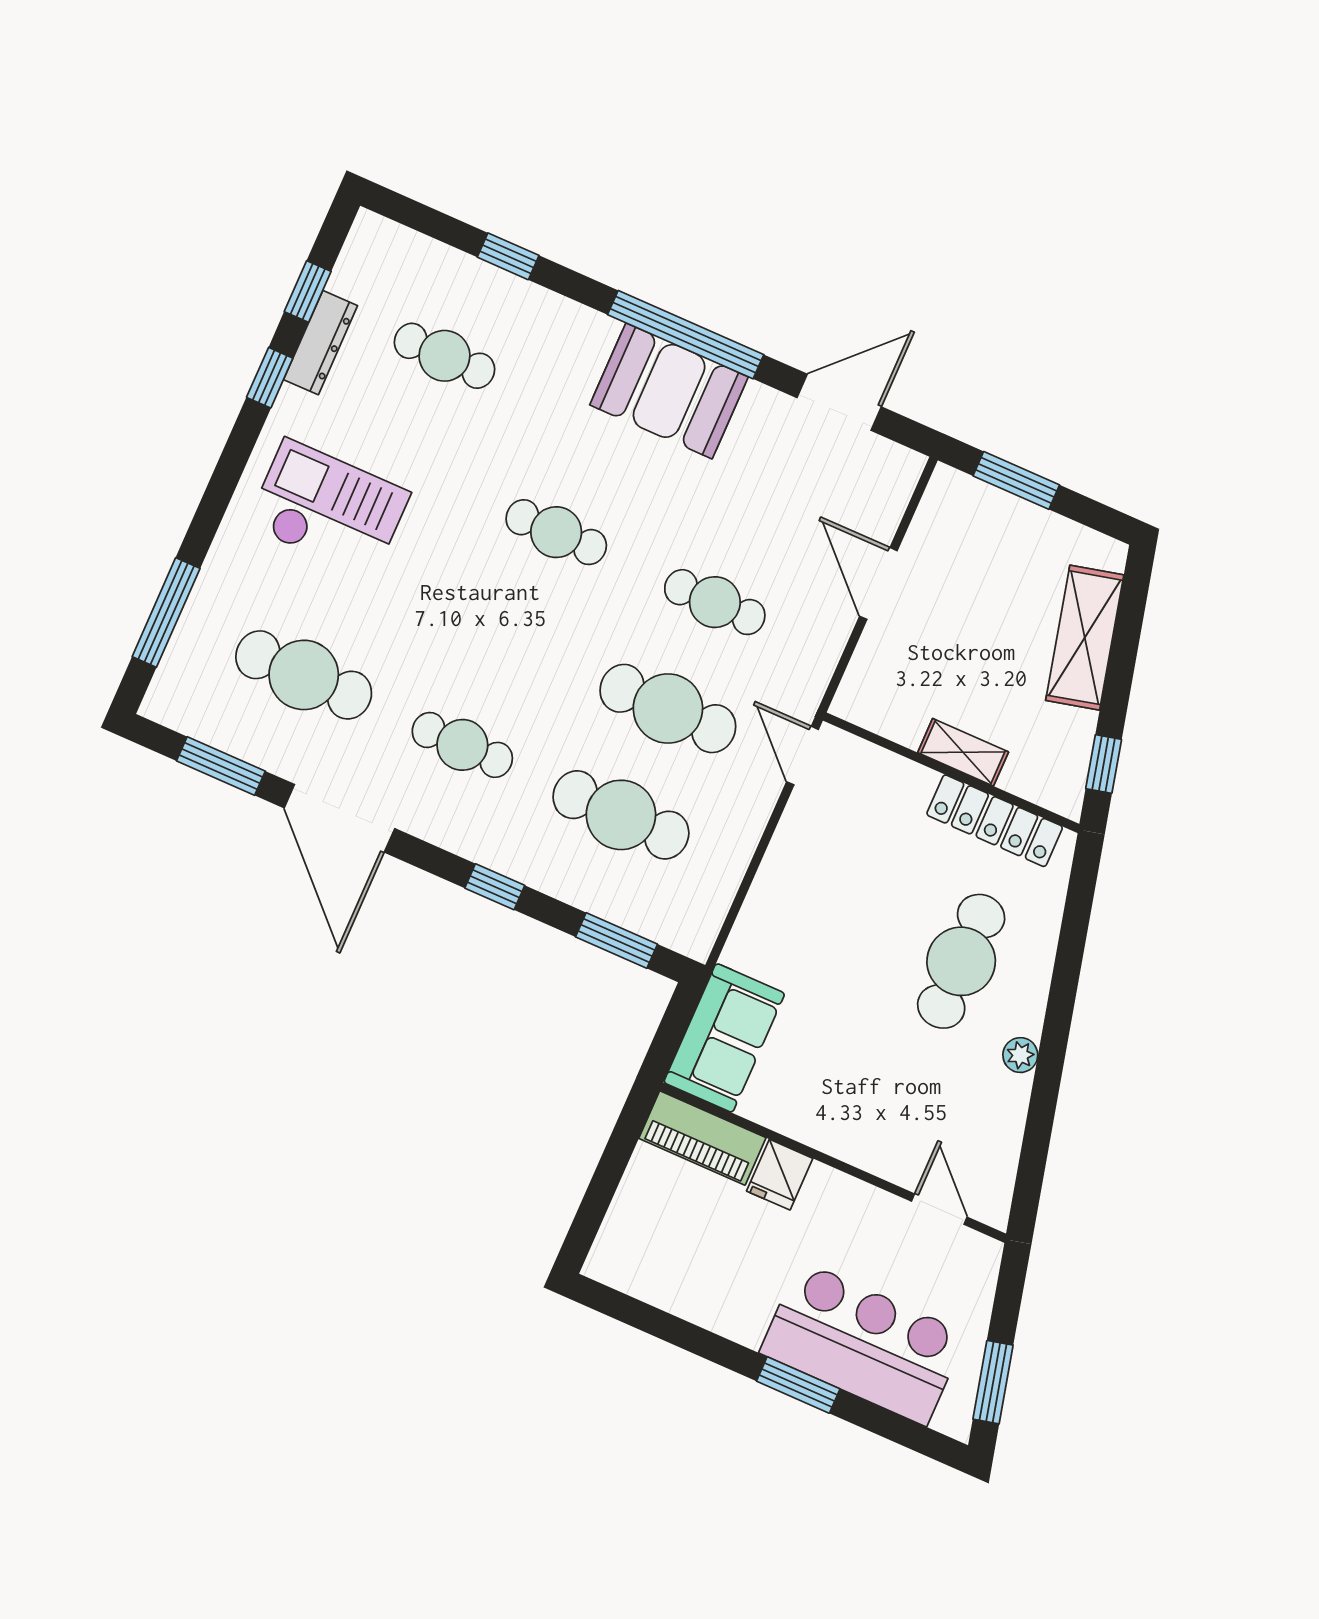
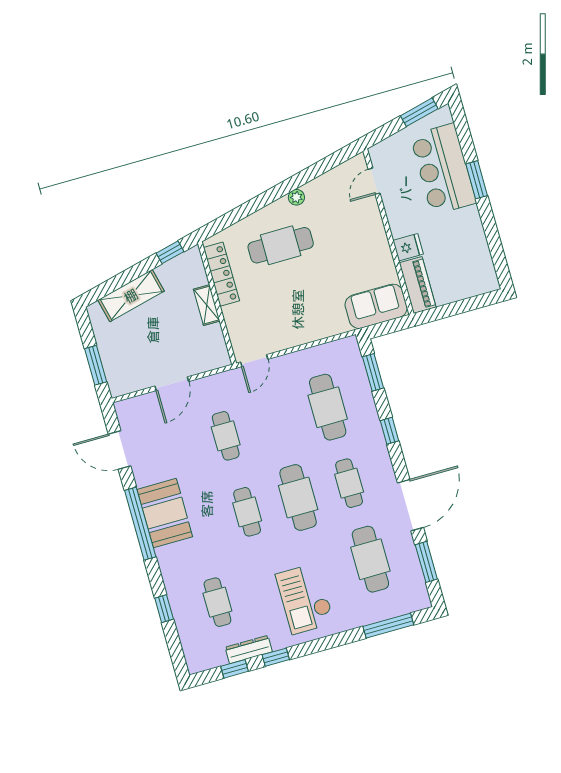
cafe table: (668, 708) -> (298, 498), moved

